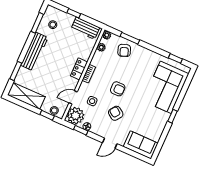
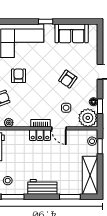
workbench: (34, 52) -> (42, 187), width x0.73
armchair: (118, 89) -> (19, 76), moved
door: (73, 97) -> (59, 128), moved
sofa: (141, 145) -> (72, 33), moved, turned -90

